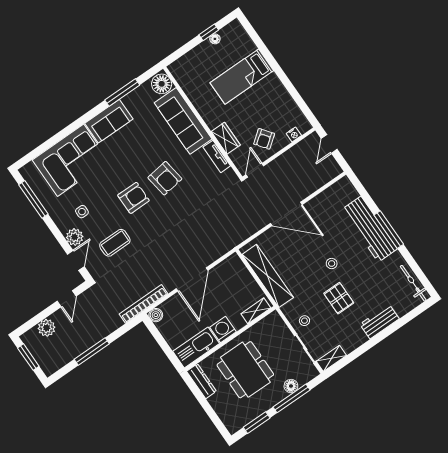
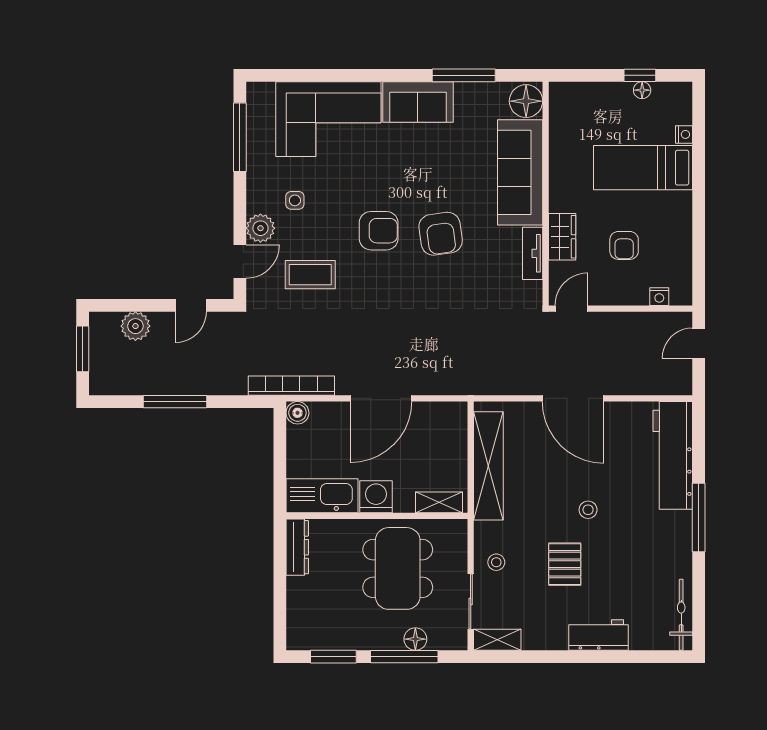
nightstand: (251, 46) -> (684, 134), added
armchair: (264, 139) -> (624, 245), moved, turned -53
workbench: (370, 229) -> (673, 455), moved
dining table: (245, 370) -> (398, 568), moved

